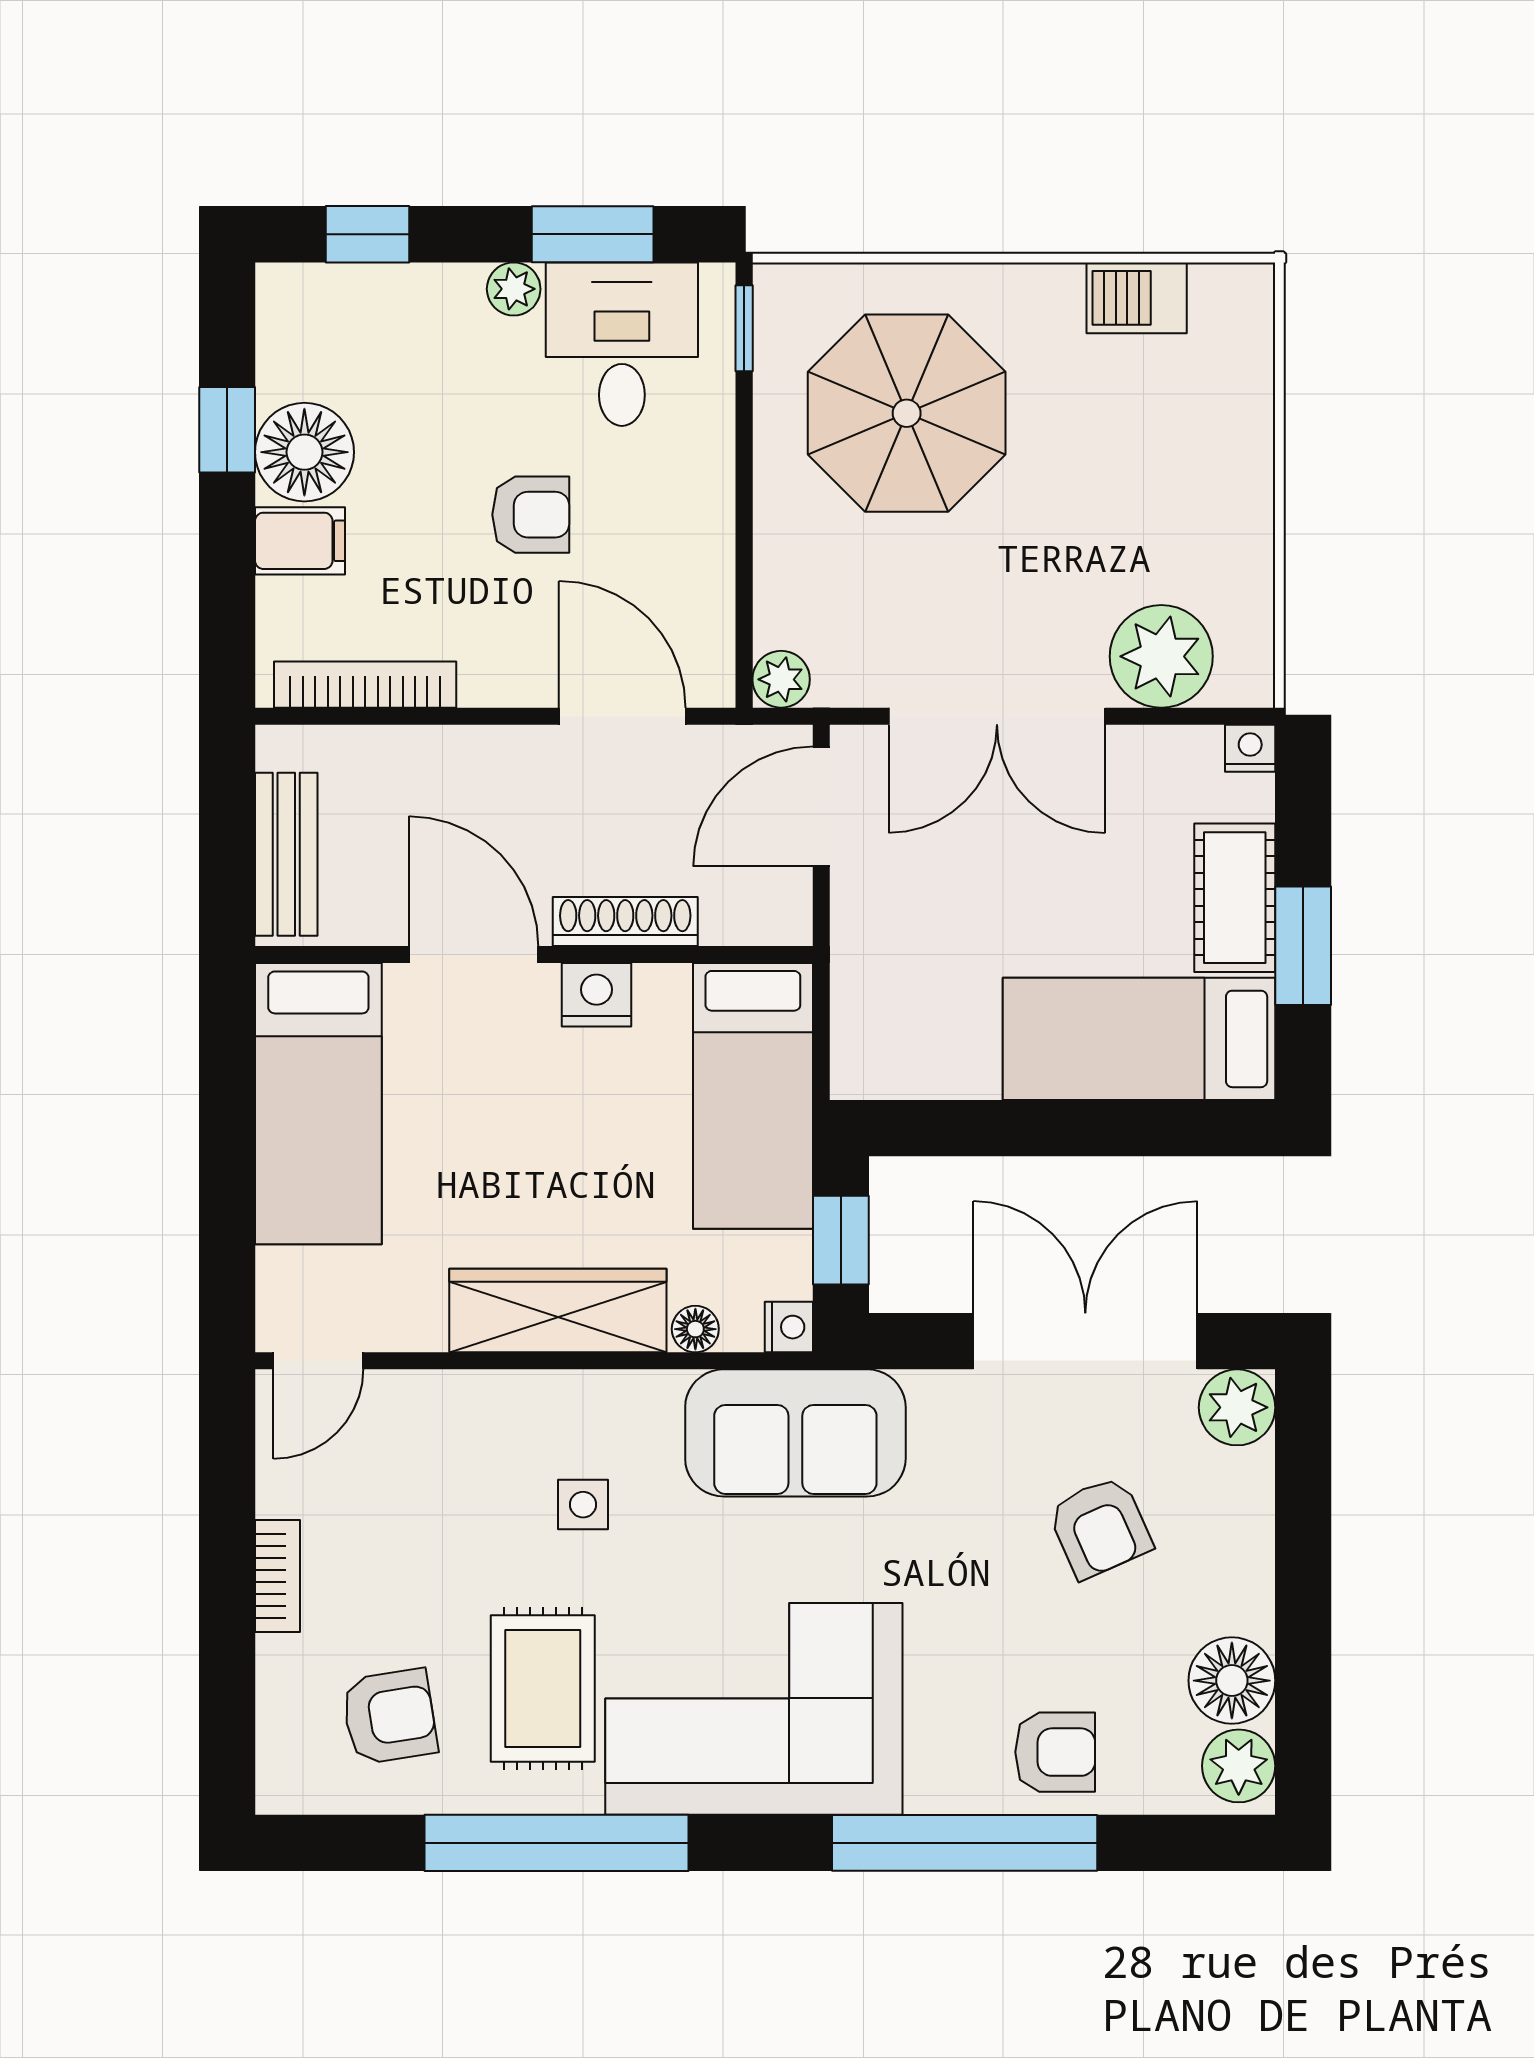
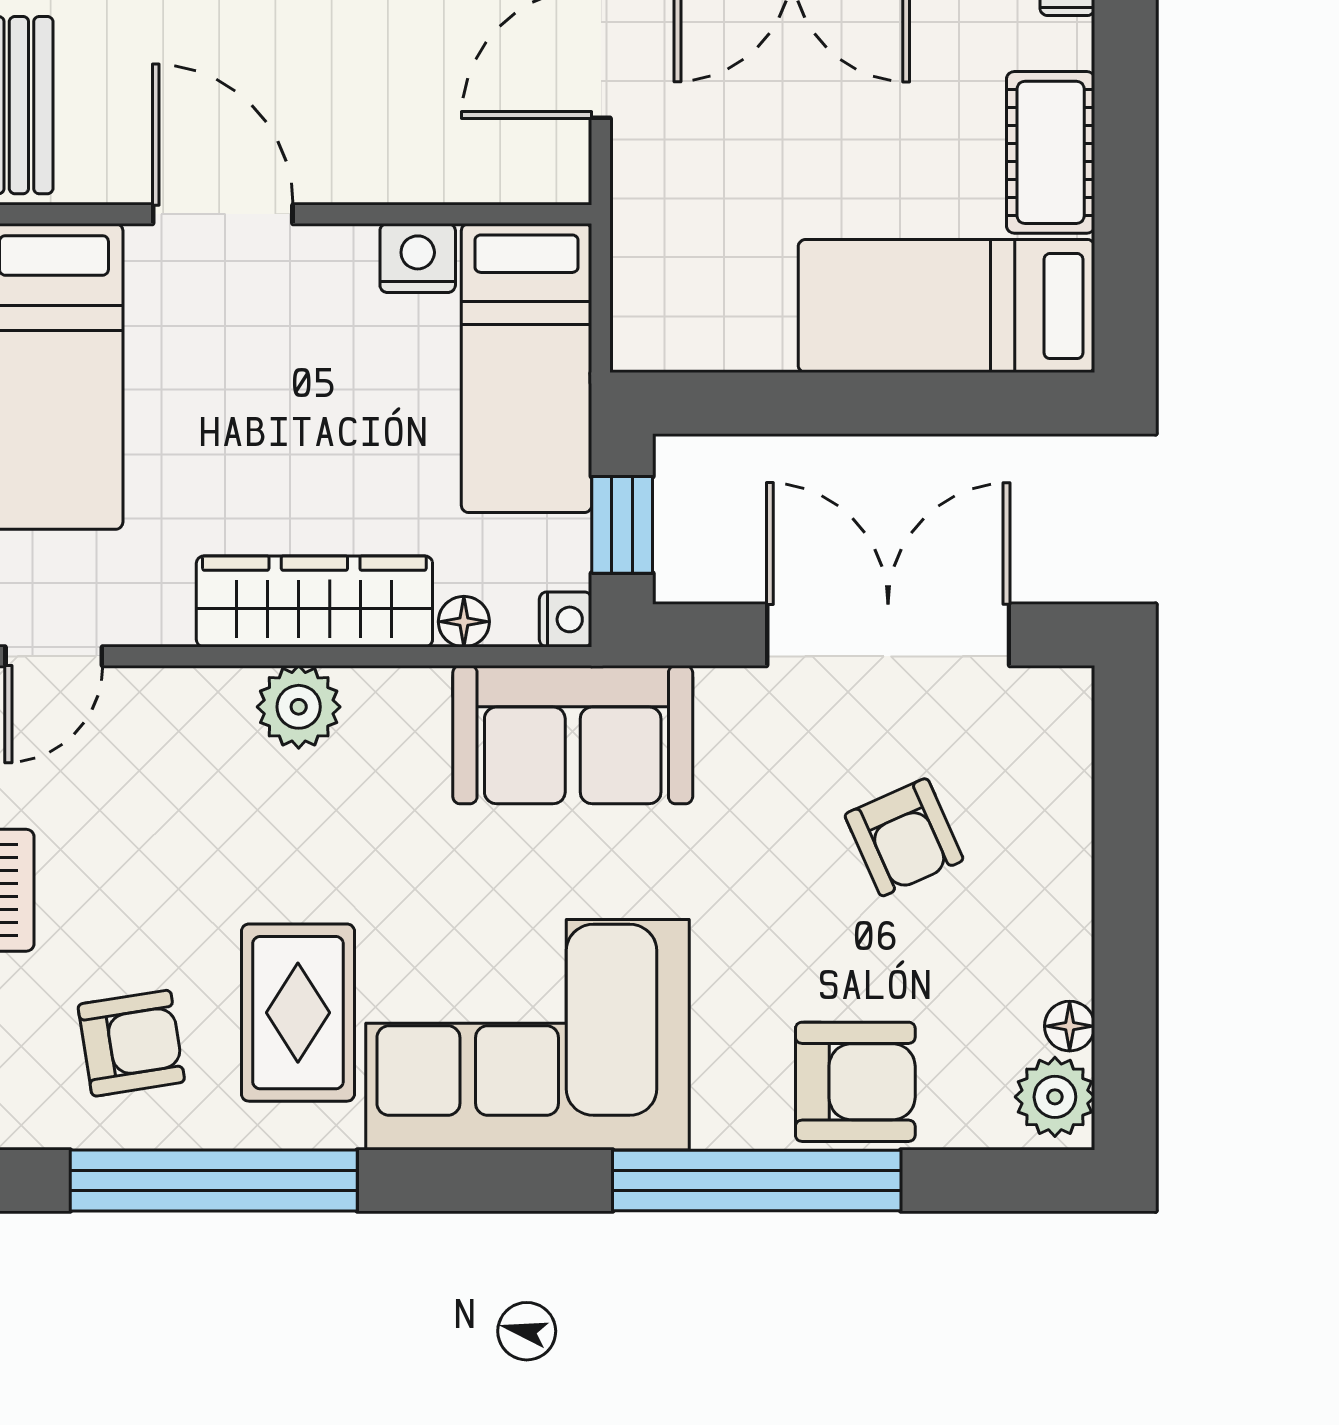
shoe rack: (625, 921) -> (388, 178), removed
window: (1303, 946) -> (1125, 205), removed
nightstand: (596, 995) -> (418, 258), moved
plant: (1237, 1407) -> (299, 707), moved
side table: (583, 1505) -> (342, 813), removed
floor lamp: (1232, 1681) -> (1070, 1026), width x0.53, depth x0.53
armchair: (1055, 1752) -> (855, 1082), width x1.38, depth x1.38
window: (556, 1843) -> (214, 1181), moved

